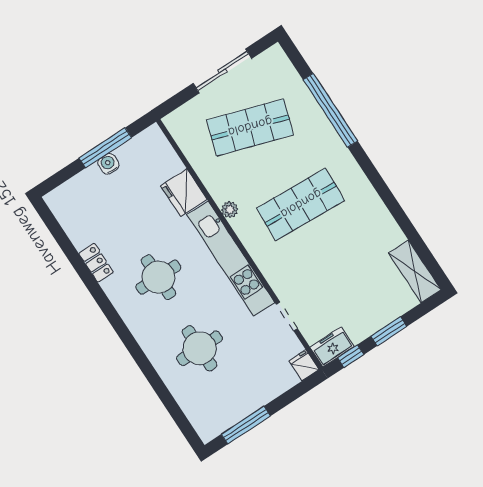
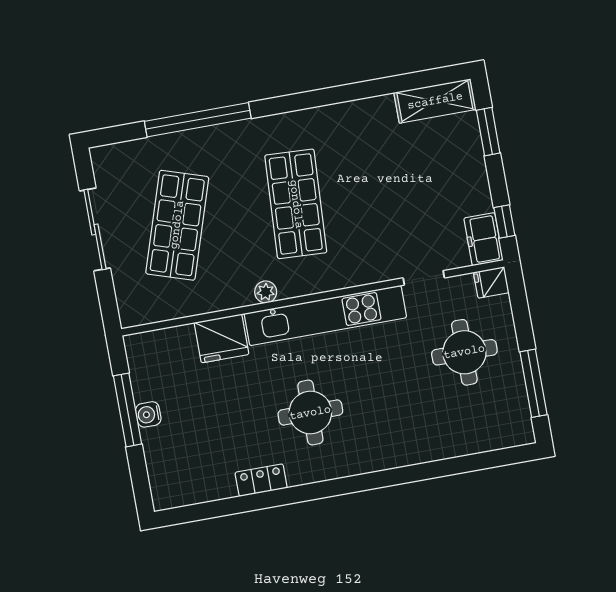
window: (389, 331) -> (488, 132), moved
round table: (199, 348) -> (464, 352), moved

